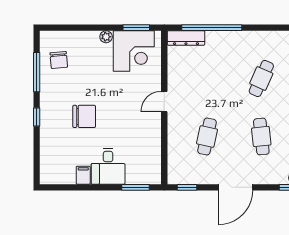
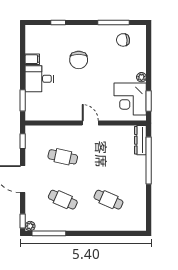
window: (37, 117) -> (58, 22), moved
cafe table: (261, 136) -> (63, 200), turned 30

